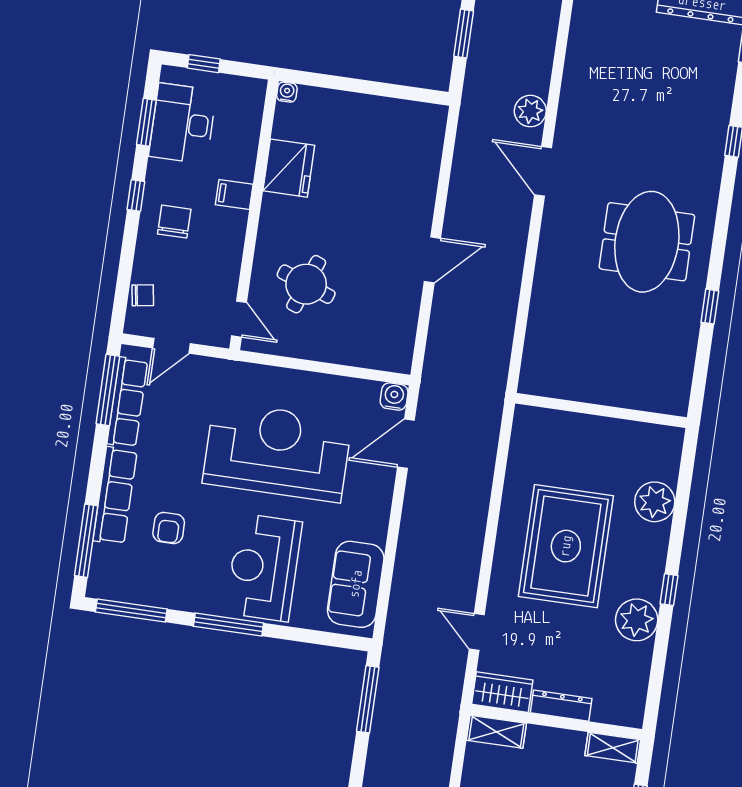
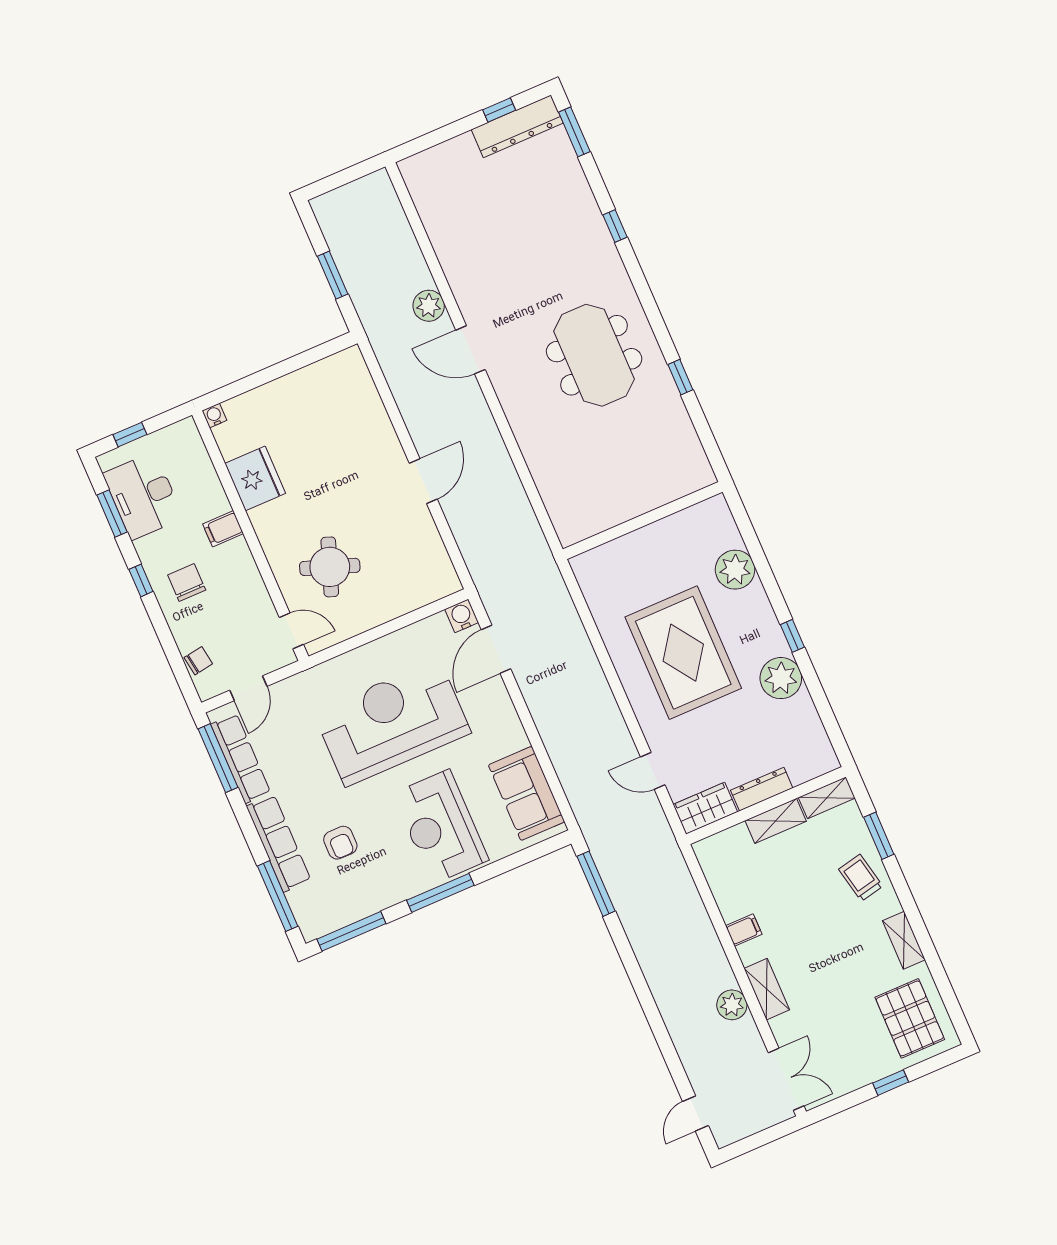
shelving: (496, 732) -> (776, 821), moved

